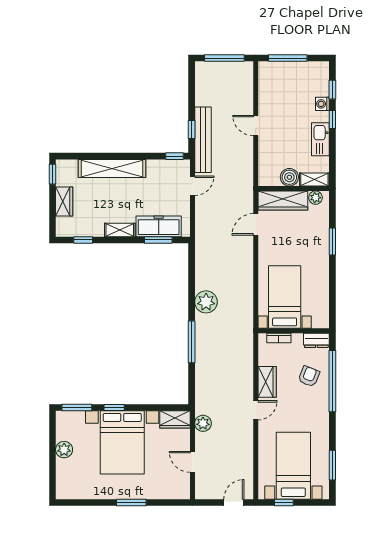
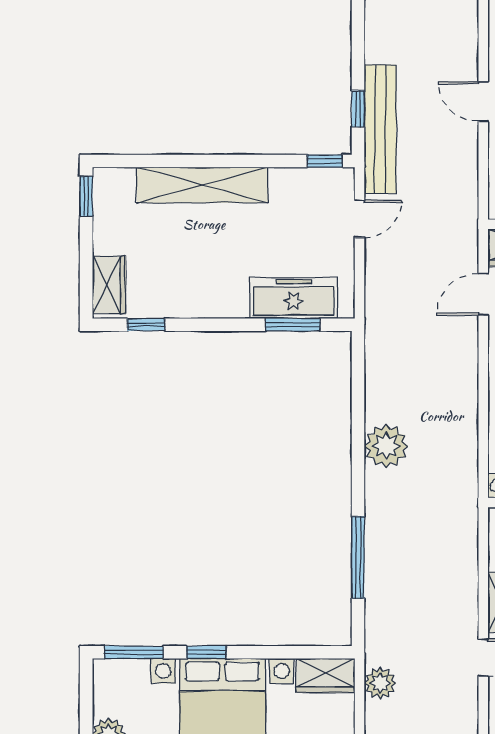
wardrobe: (64, 202) -> (109, 285), moved
shelving: (120, 230) -> (218, 305), removed
window: (192, 342) -> (358, 558), moved

